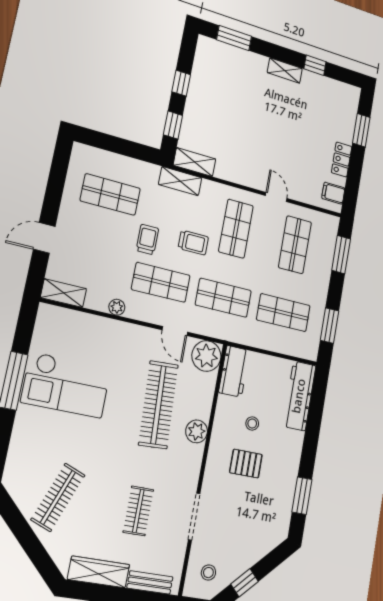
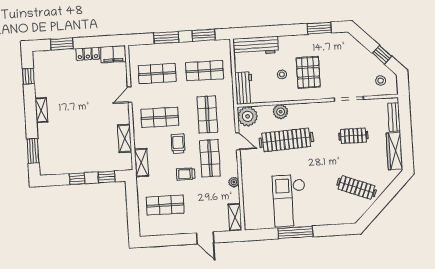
window: (315, 65) -> (28, 76), moved
shelving: (194, 162) -> (125, 138), moved
filing cabinet: (333, 193) -> (113, 54), width x2.00
shop shelf: (110, 194) -> (165, 205), turned 90
window: (341, 255) -> (166, 38), moved
shop shelf: (283, 313) -> (205, 71), turned 90
door: (175, 331) -> (238, 141), hinge flipped
workbench: (234, 371) -> (244, 88), moved, turned 90
checkout: (66, 385) -> (290, 201), turned 180
plant: (197, 431) -> (281, 112), moved
pallet: (246, 464) -> (308, 72), width x1.50, depth x1.42

